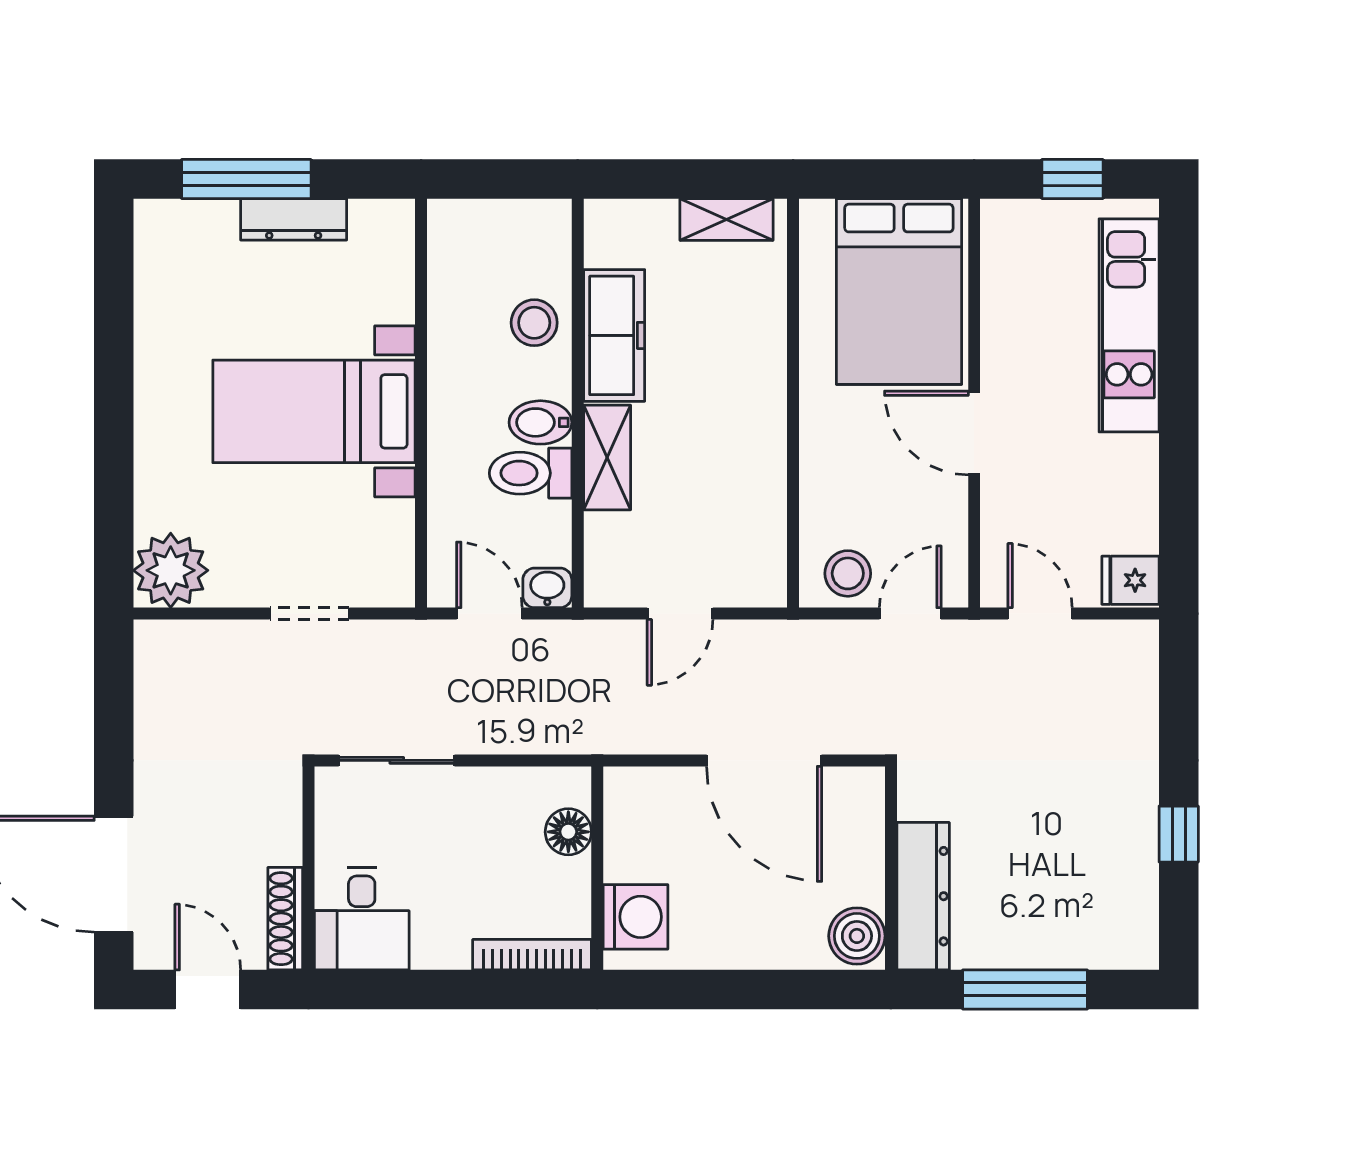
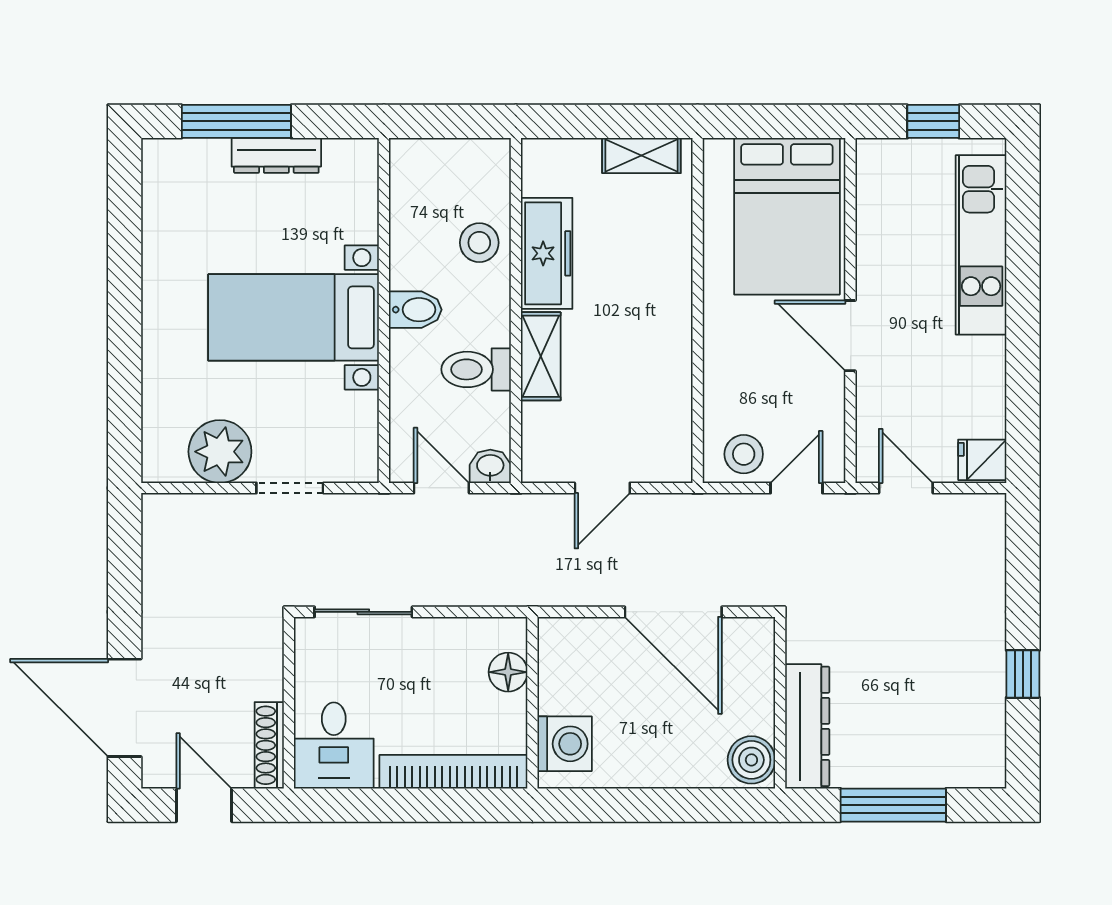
bidet: (540, 422) -> (415, 310), moved, turned 180
plant: (171, 570) -> (220, 452), moved
bookcase: (532, 955) -> (453, 772), width x1.48, depth x1.31

